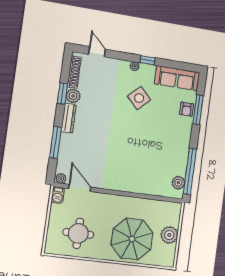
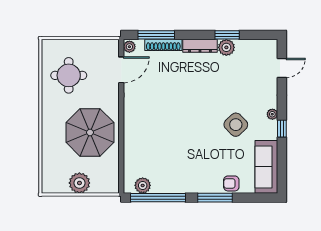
shoe rack: (74, 72) -> (163, 45), moved
window: (198, 110) -> (215, 198), moved
window: (56, 142) -> (156, 35), moved
barbecue: (58, 195) -> (110, 46), removed
parasol: (132, 239) -> (90, 132), moved

